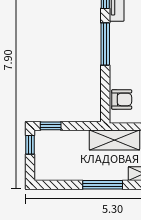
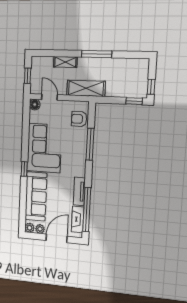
window: (105, 44) -> (90, 144), moved

